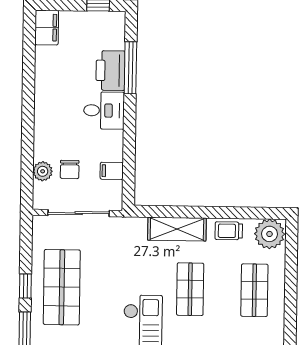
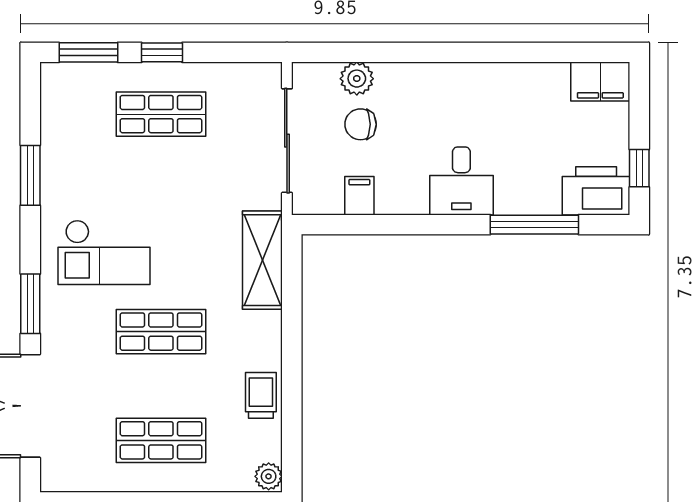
printer: (111, 71) -> (596, 191), moved
shelving: (177, 229) -> (262, 260), moved
plant: (270, 234) -> (269, 476), width x0.53, depth x0.53
shop shelf: (62, 287) -> (161, 114), width x0.70, depth x0.74

